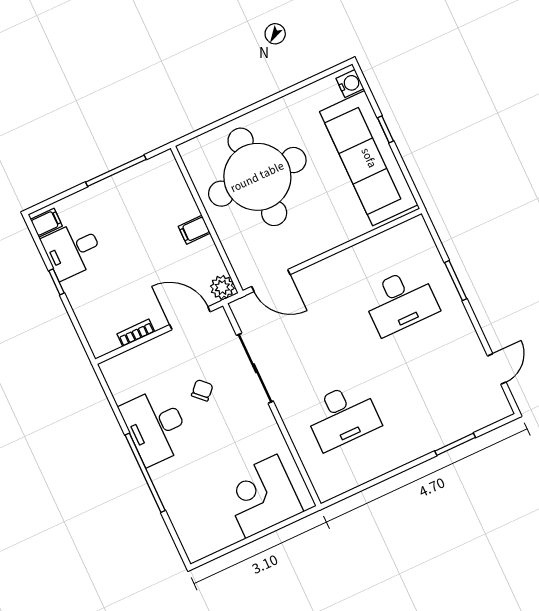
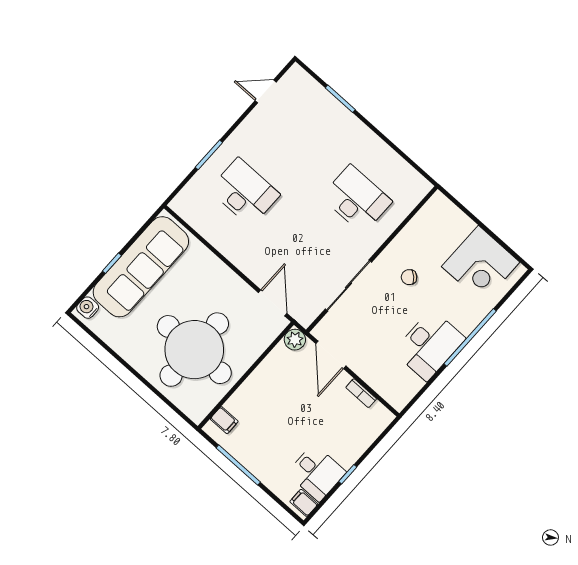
filing cabinet: (194, 230) -> (224, 420), moved
chair: (202, 390) -> (409, 277), moved
corner desk: (262, 496) -> (481, 264), moved

